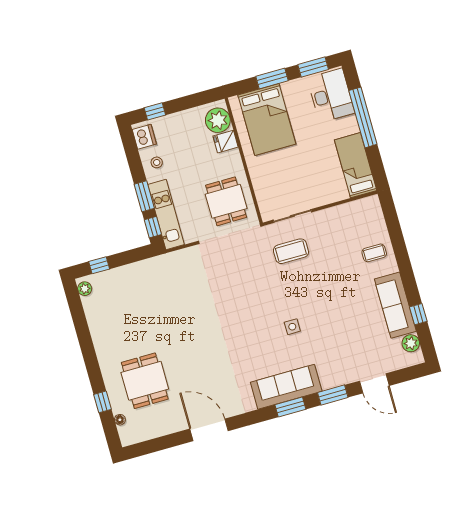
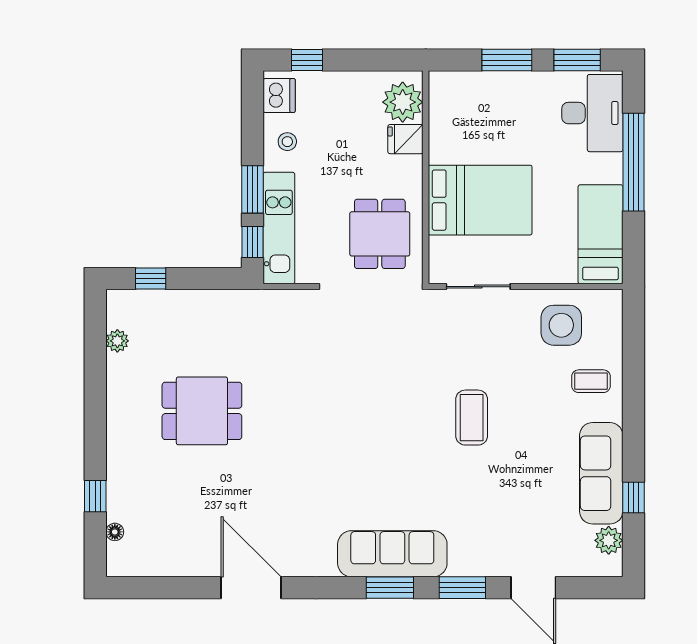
bed: (267, 119) -> (480, 200), moved, turned -90
coffee table: (291, 251) -> (472, 418), moved, turned 90
plant: (85, 289) -> (117, 341), moved
side table: (292, 327) -> (561, 325), moved, width x1.87, depth x1.87
dining table: (145, 381) -> (202, 411), moved, turned 90

